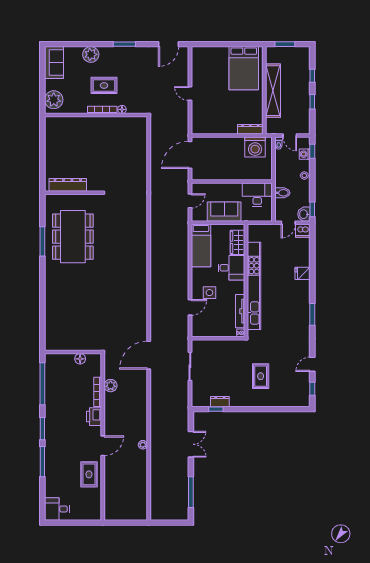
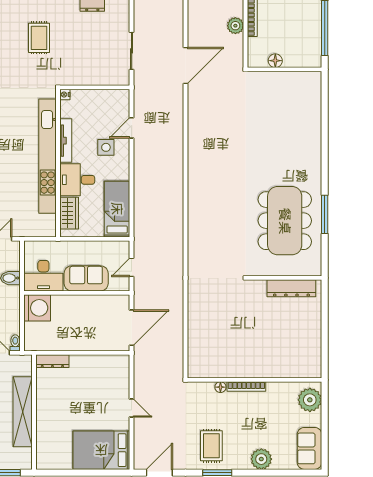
bed: (244, 68) -> (101, 450), moved, turned -90
rug: (104, 85) -> (211, 446), moved, turned 90
washing machine: (255, 147) -> (37, 308), moved, turned 90
sofa: (224, 212) -> (86, 278), moved, turned 180
tv unit: (240, 311) -> (66, 141), moved

